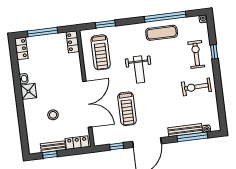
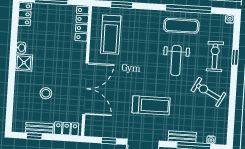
locker: (73, 42) -> (82, 24), width x1.53
weight bench: (139, 70) -> (176, 60), moved
exercise bike: (196, 87) -> (208, 92), turned 30
treadmill: (127, 109) -> (151, 105), moved, turned -90
bench: (185, 130) -> (182, 137), width x0.73

